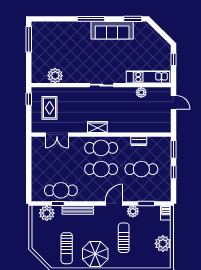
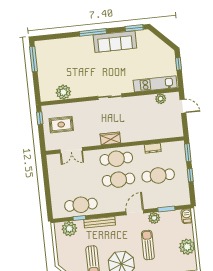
plant: (141, 92) -> (161, 99), moved
rug: (50, 108) -> (61, 125), turned 90

